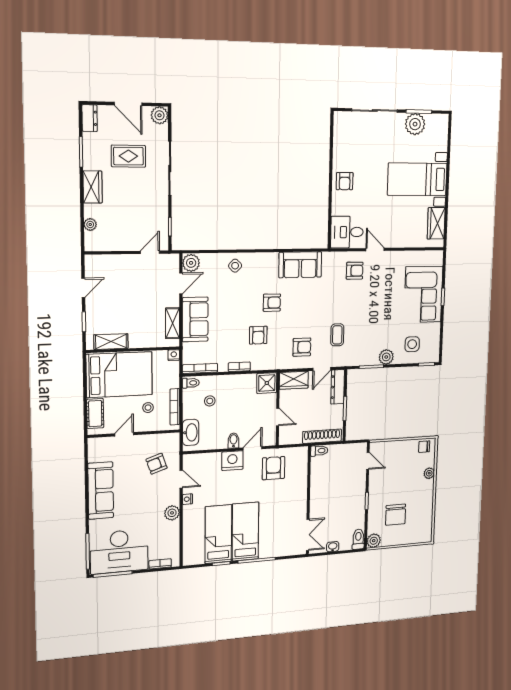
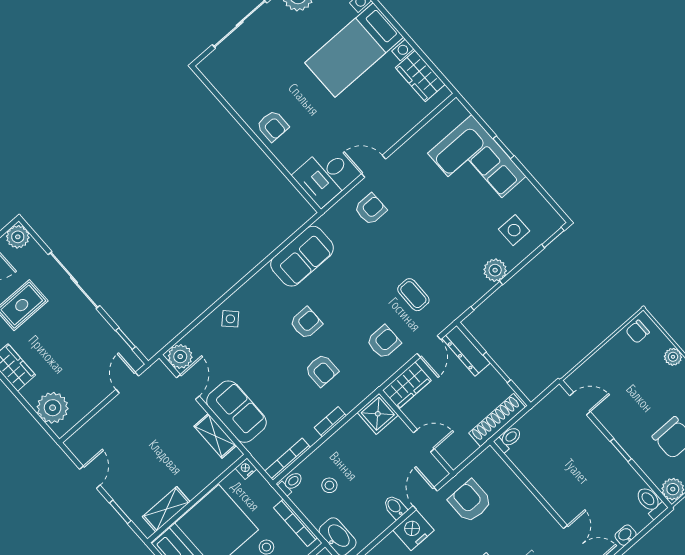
plant: (90, 224) -> (53, 408), width x1.88, depth x1.88

